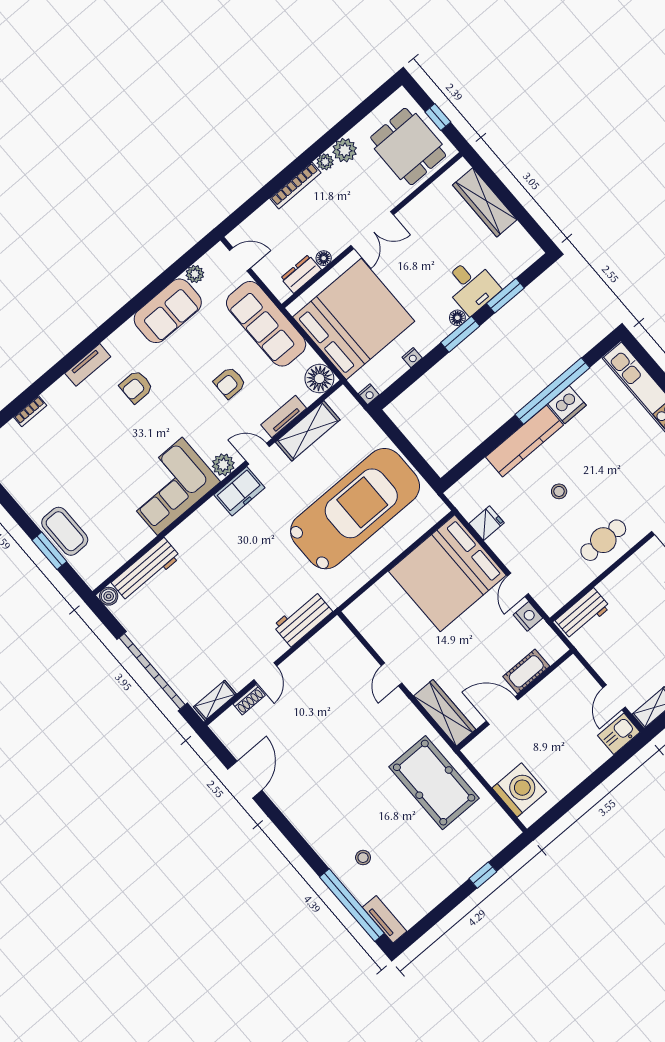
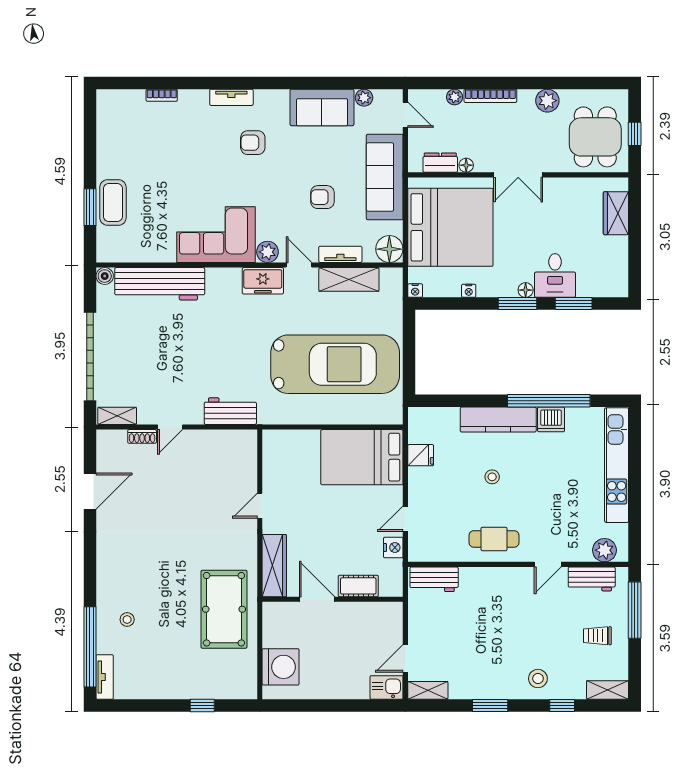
plant: (325, 162) -> (455, 97), moved
wardrobe: (485, 202) -> (616, 213), width x0.67
workbench: (146, 570) -> (160, 284), width x1.36, depth x1.32
bed: (447, 573) -> (362, 457), width x0.73

